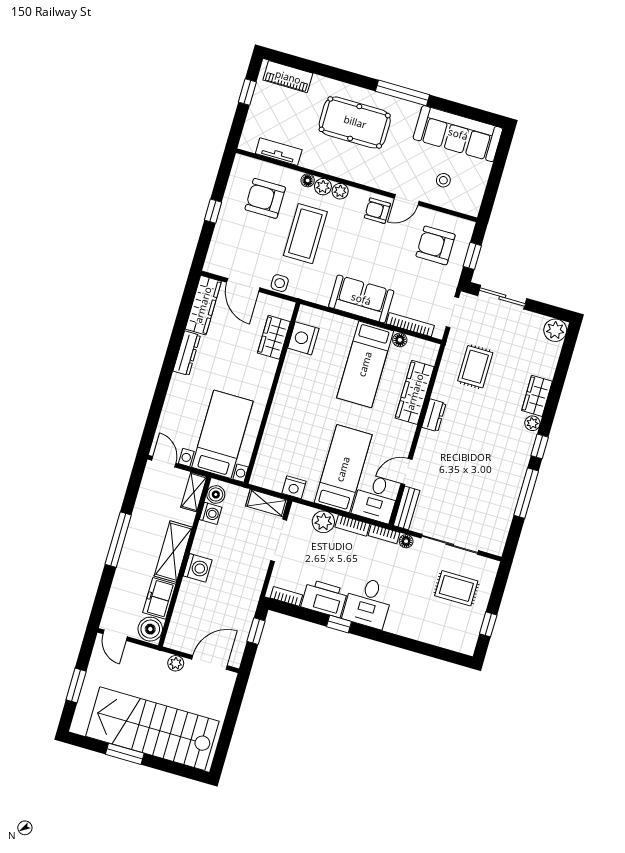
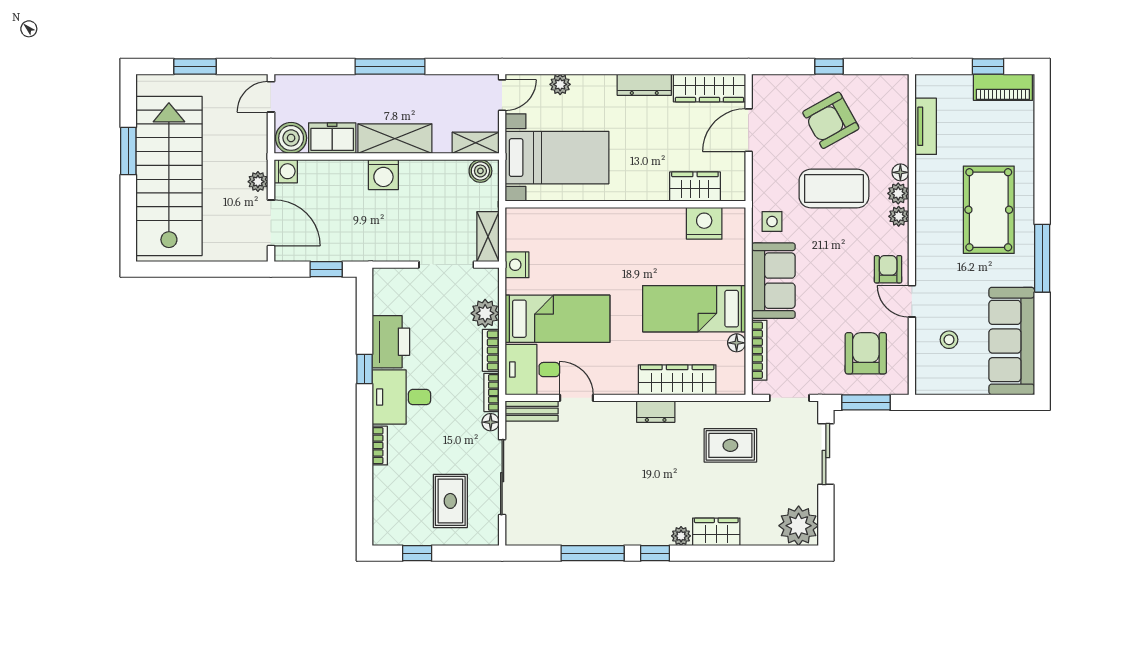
piano: (288, 77) -> (1003, 87), moved, turned -90
armchair: (265, 198) -> (831, 120), moved, turned -119
window: (472, 256) -> (866, 402), width x1.50
side table: (280, 283) -> (772, 221), moved
plant: (555, 330) -> (799, 526), width x1.36, depth x1.36
plant: (168, 416) -> (560, 84), added
washing machine: (211, 513) -> (286, 171), moved, turned -90
bookcase: (286, 596) -> (380, 446), moved

